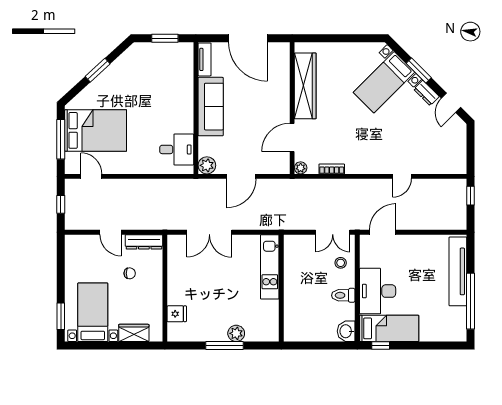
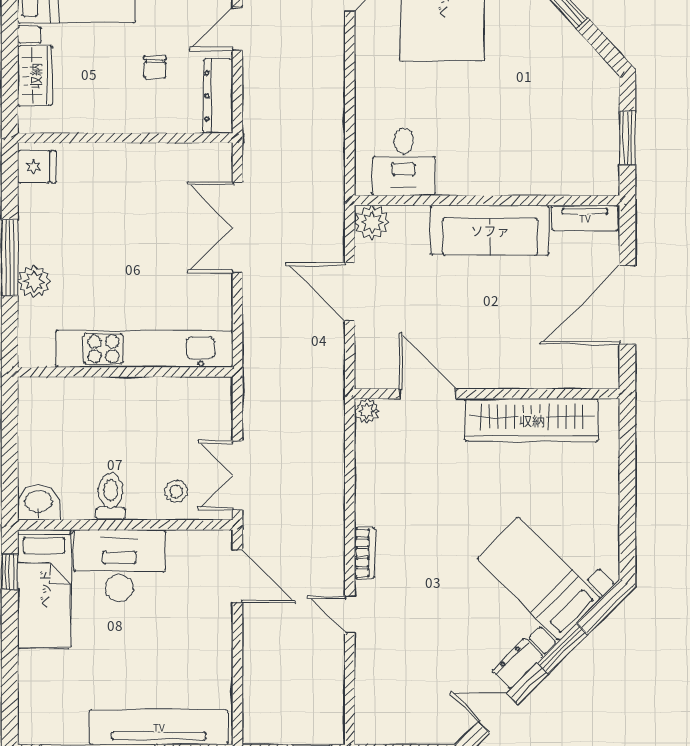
bookcase: (332, 169) -> (365, 553), moved
kitchen unit: (270, 267) -> (144, 349), width x1.36
fridge: (177, 314) -> (37, 167), moved, turned -90

